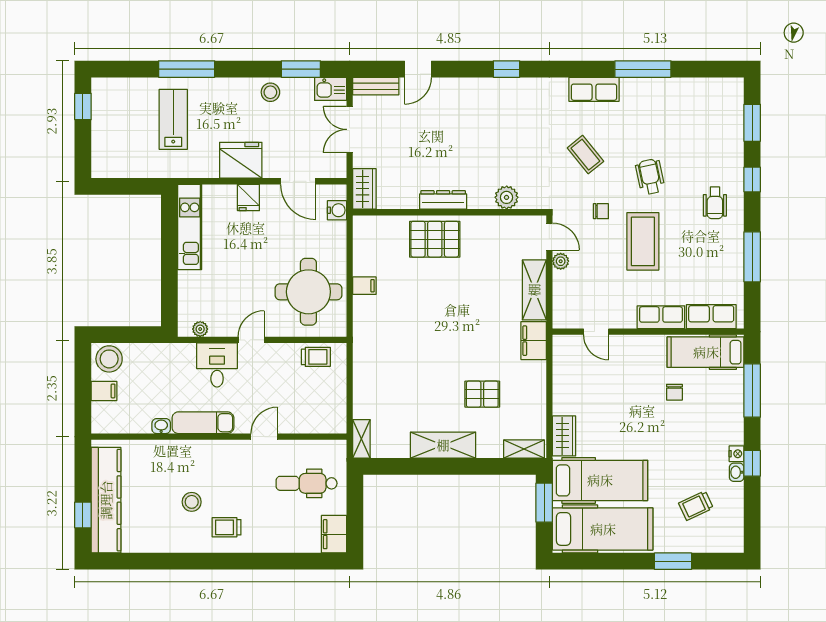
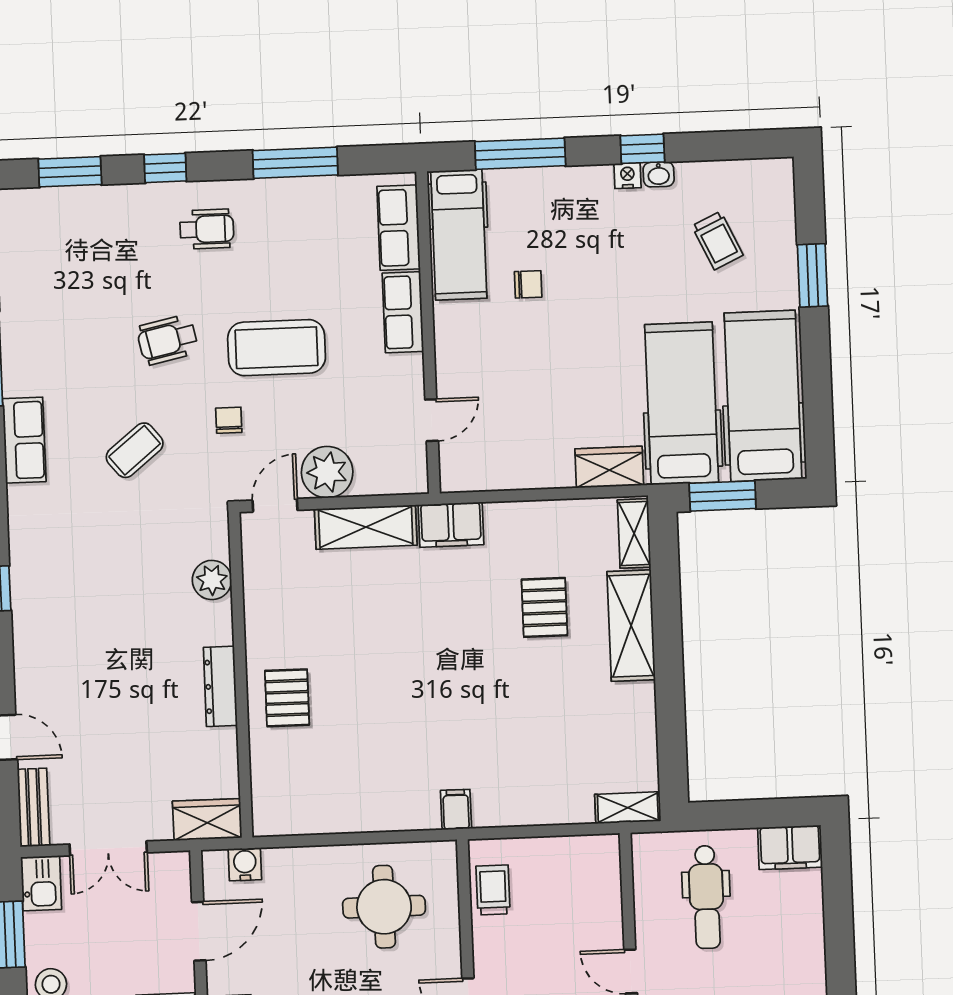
pallet: (435, 239) -> (287, 698), width x0.67, depth x0.71
plant: (561, 261) -> (327, 472), width x1.87, depth x1.87
filing cabinet: (364, 286) -> (456, 810), moved
round table: (308, 292) -> (384, 907), width x0.73, depth x0.73
shelving: (443, 445) -> (631, 626), moved

